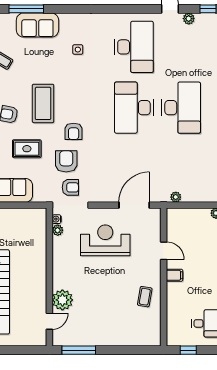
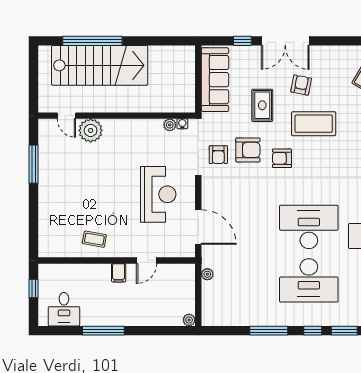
water cooler: (57, 219) -> (182, 124), moved
plant: (58, 230) -> (170, 125), moved
wall: (49, 277) -> (117, 116), moved
plant: (62, 300) -> (91, 130), moved
door: (49, 321) -> (66, 116), moved

